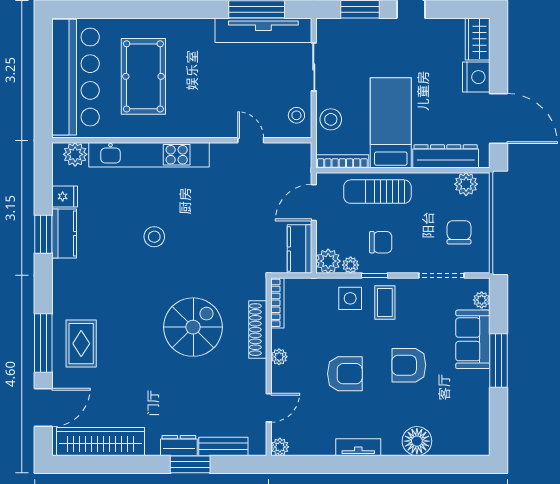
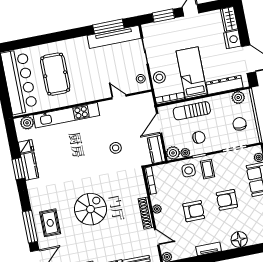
stool: (154, 237) -> (116, 148), moved
spiral stairs: (193, 327) -> (90, 209), moved
shoe rack: (258, 330) -> (146, 213), moved
door: (269, 408) -> (157, 237), hinge flipped

